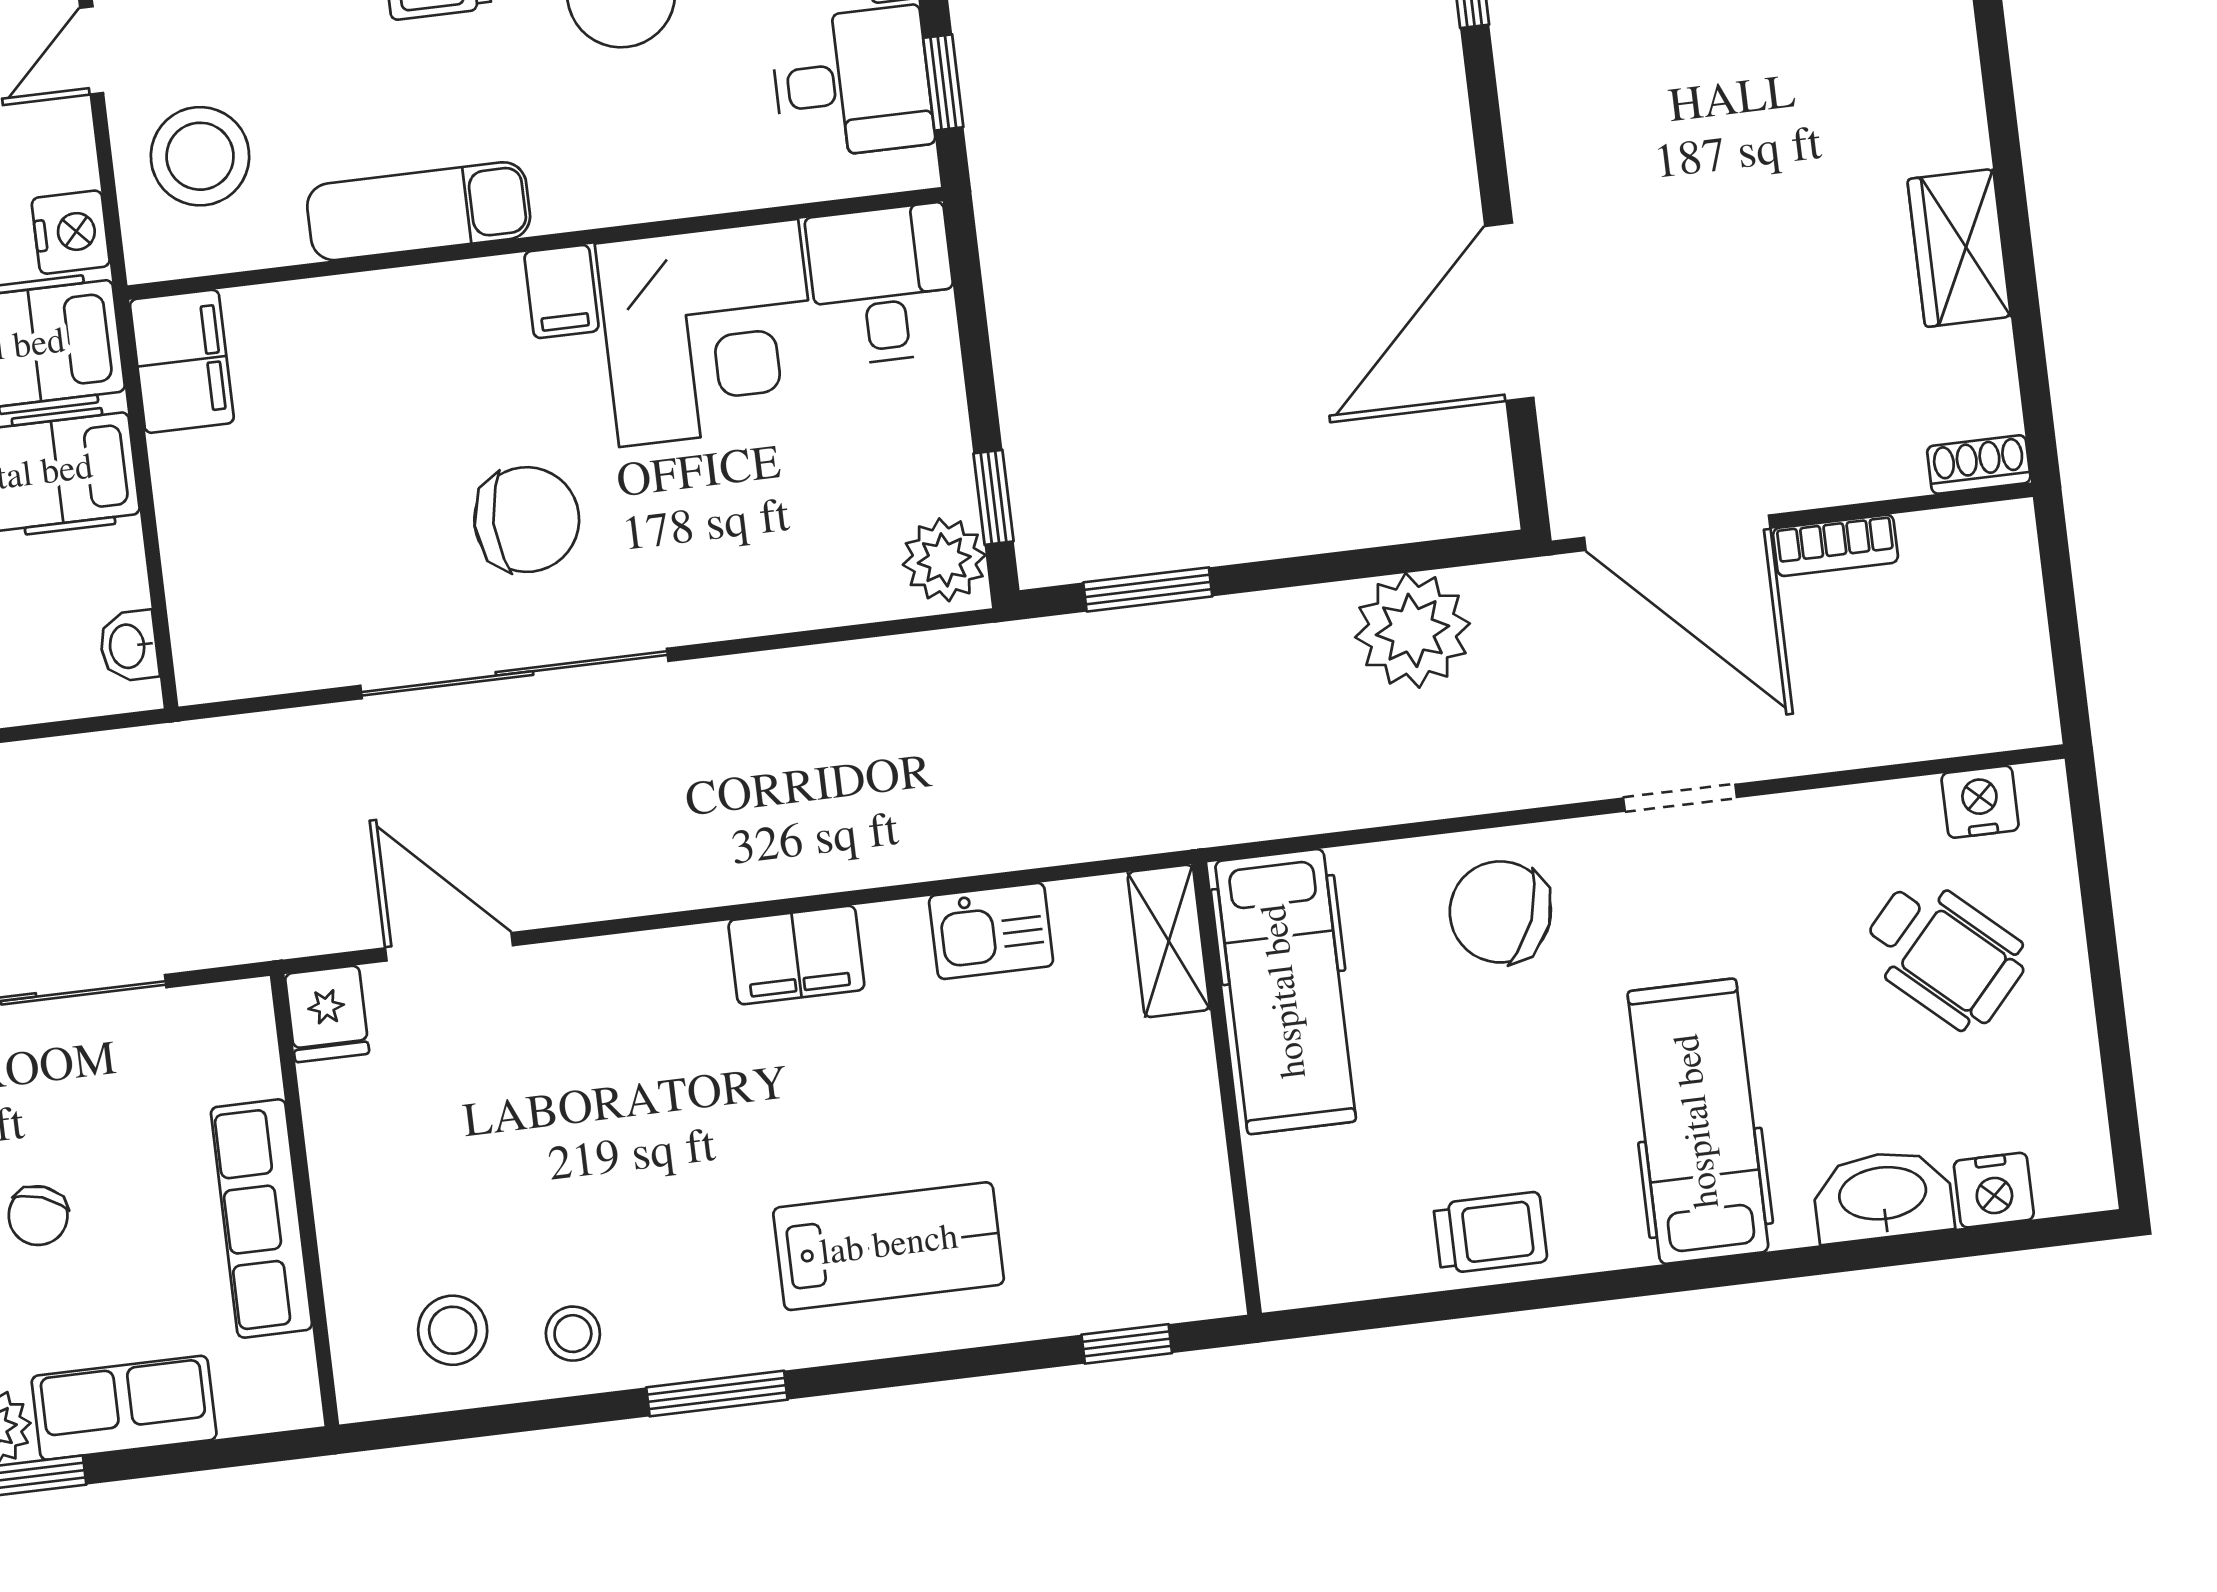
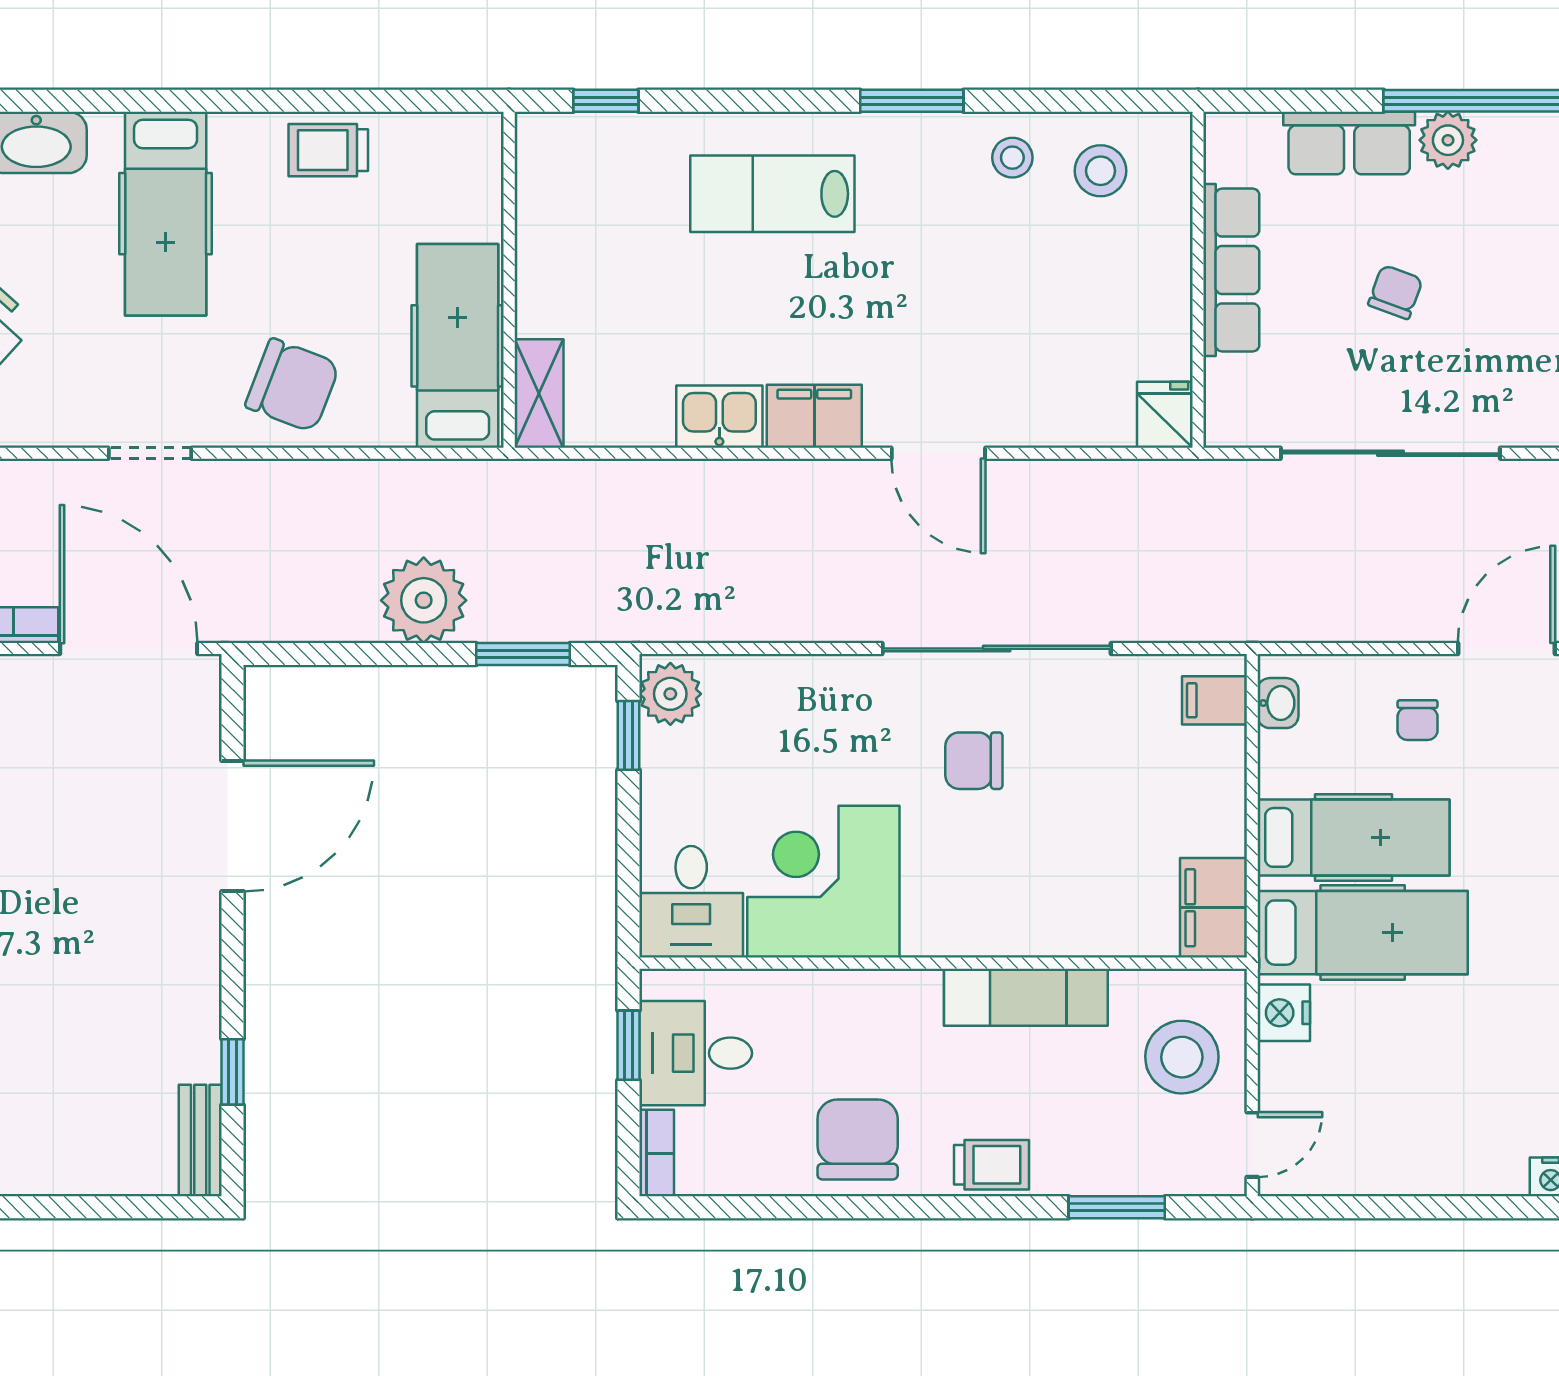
filing cabinet: (562, 292) -> (1214, 700), moved, turned -90
chair: (527, 520) -> (974, 761), width x0.73, depth x0.73
plant: (1412, 630) -> (424, 600), moved
kitchen sink: (991, 931) -> (719, 417), moved
door: (449, 947) -> (938, 453), moved

